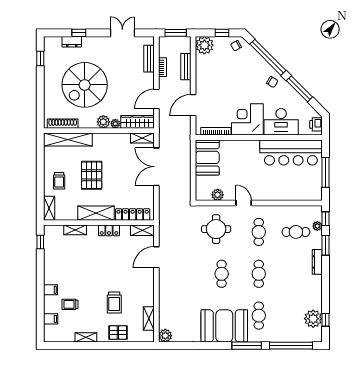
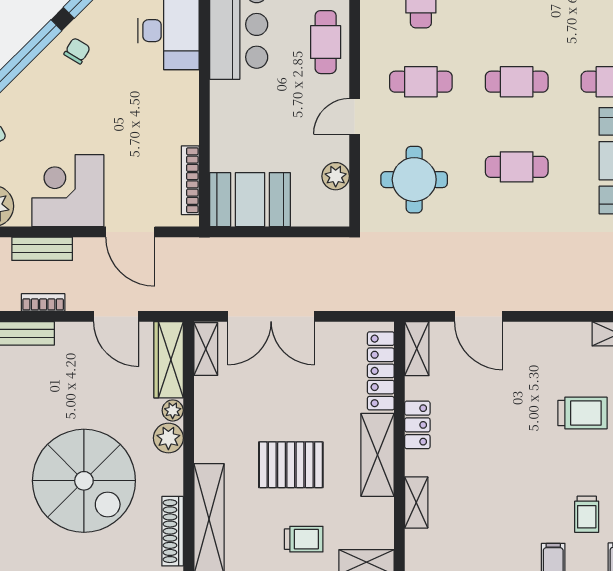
corner desk: (247, 119) -> (68, 191), moved, turned 90
cafe table: (276, 190) -> (326, 42), added

